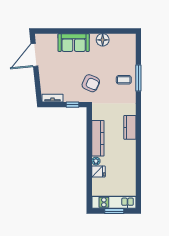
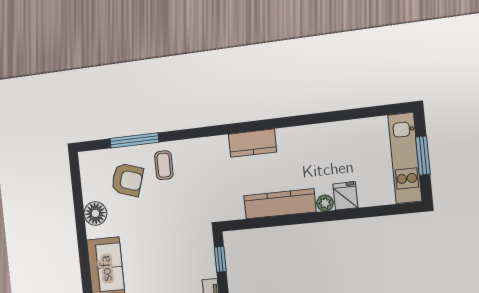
window: (138, 78) -> (134, 140), moved
armchair: (91, 83) -> (127, 180), moved, turned 84

